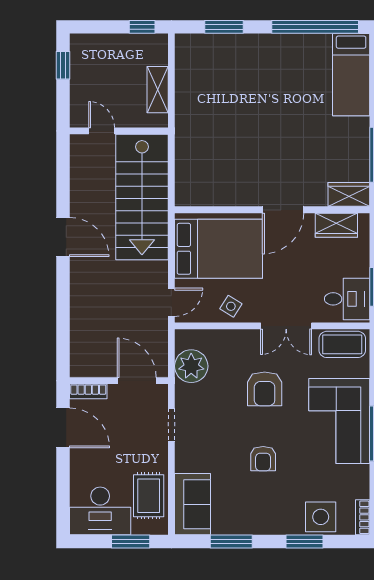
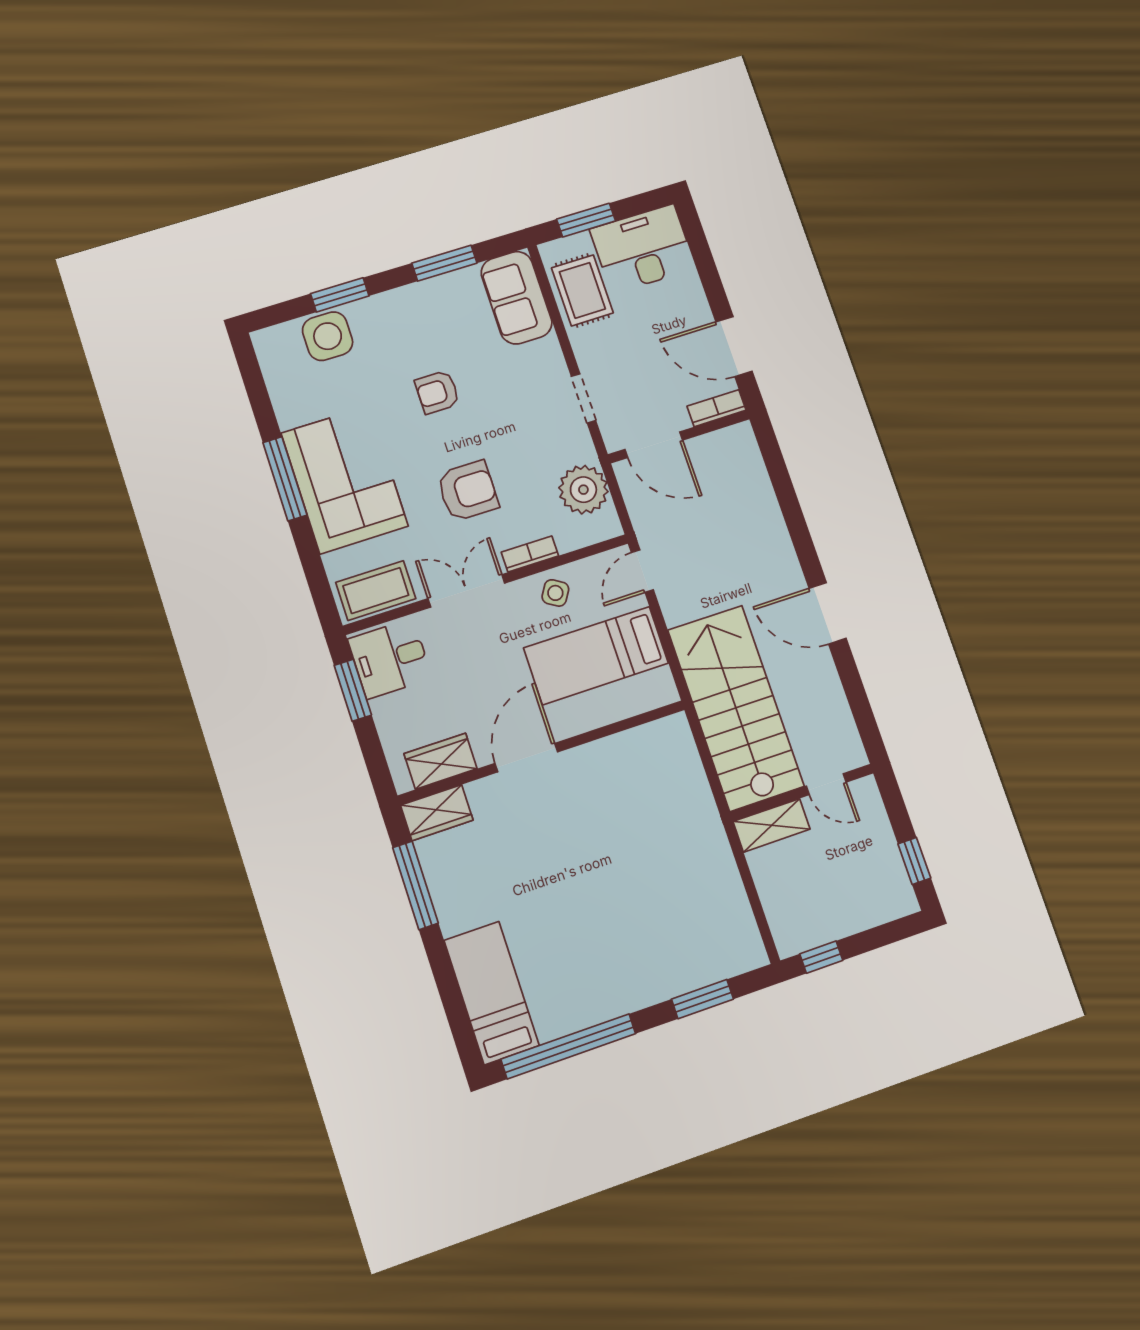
shelving: (158, 90) -> (772, 825), moved, turned 90
bed: (219, 249) -> (596, 656), width x0.67
armchair: (265, 389) -> (468, 491), turned 90
armchair: (263, 459) -> (437, 392), turned -90
bookcase: (363, 517) -> (530, 554), moved, turned -90

